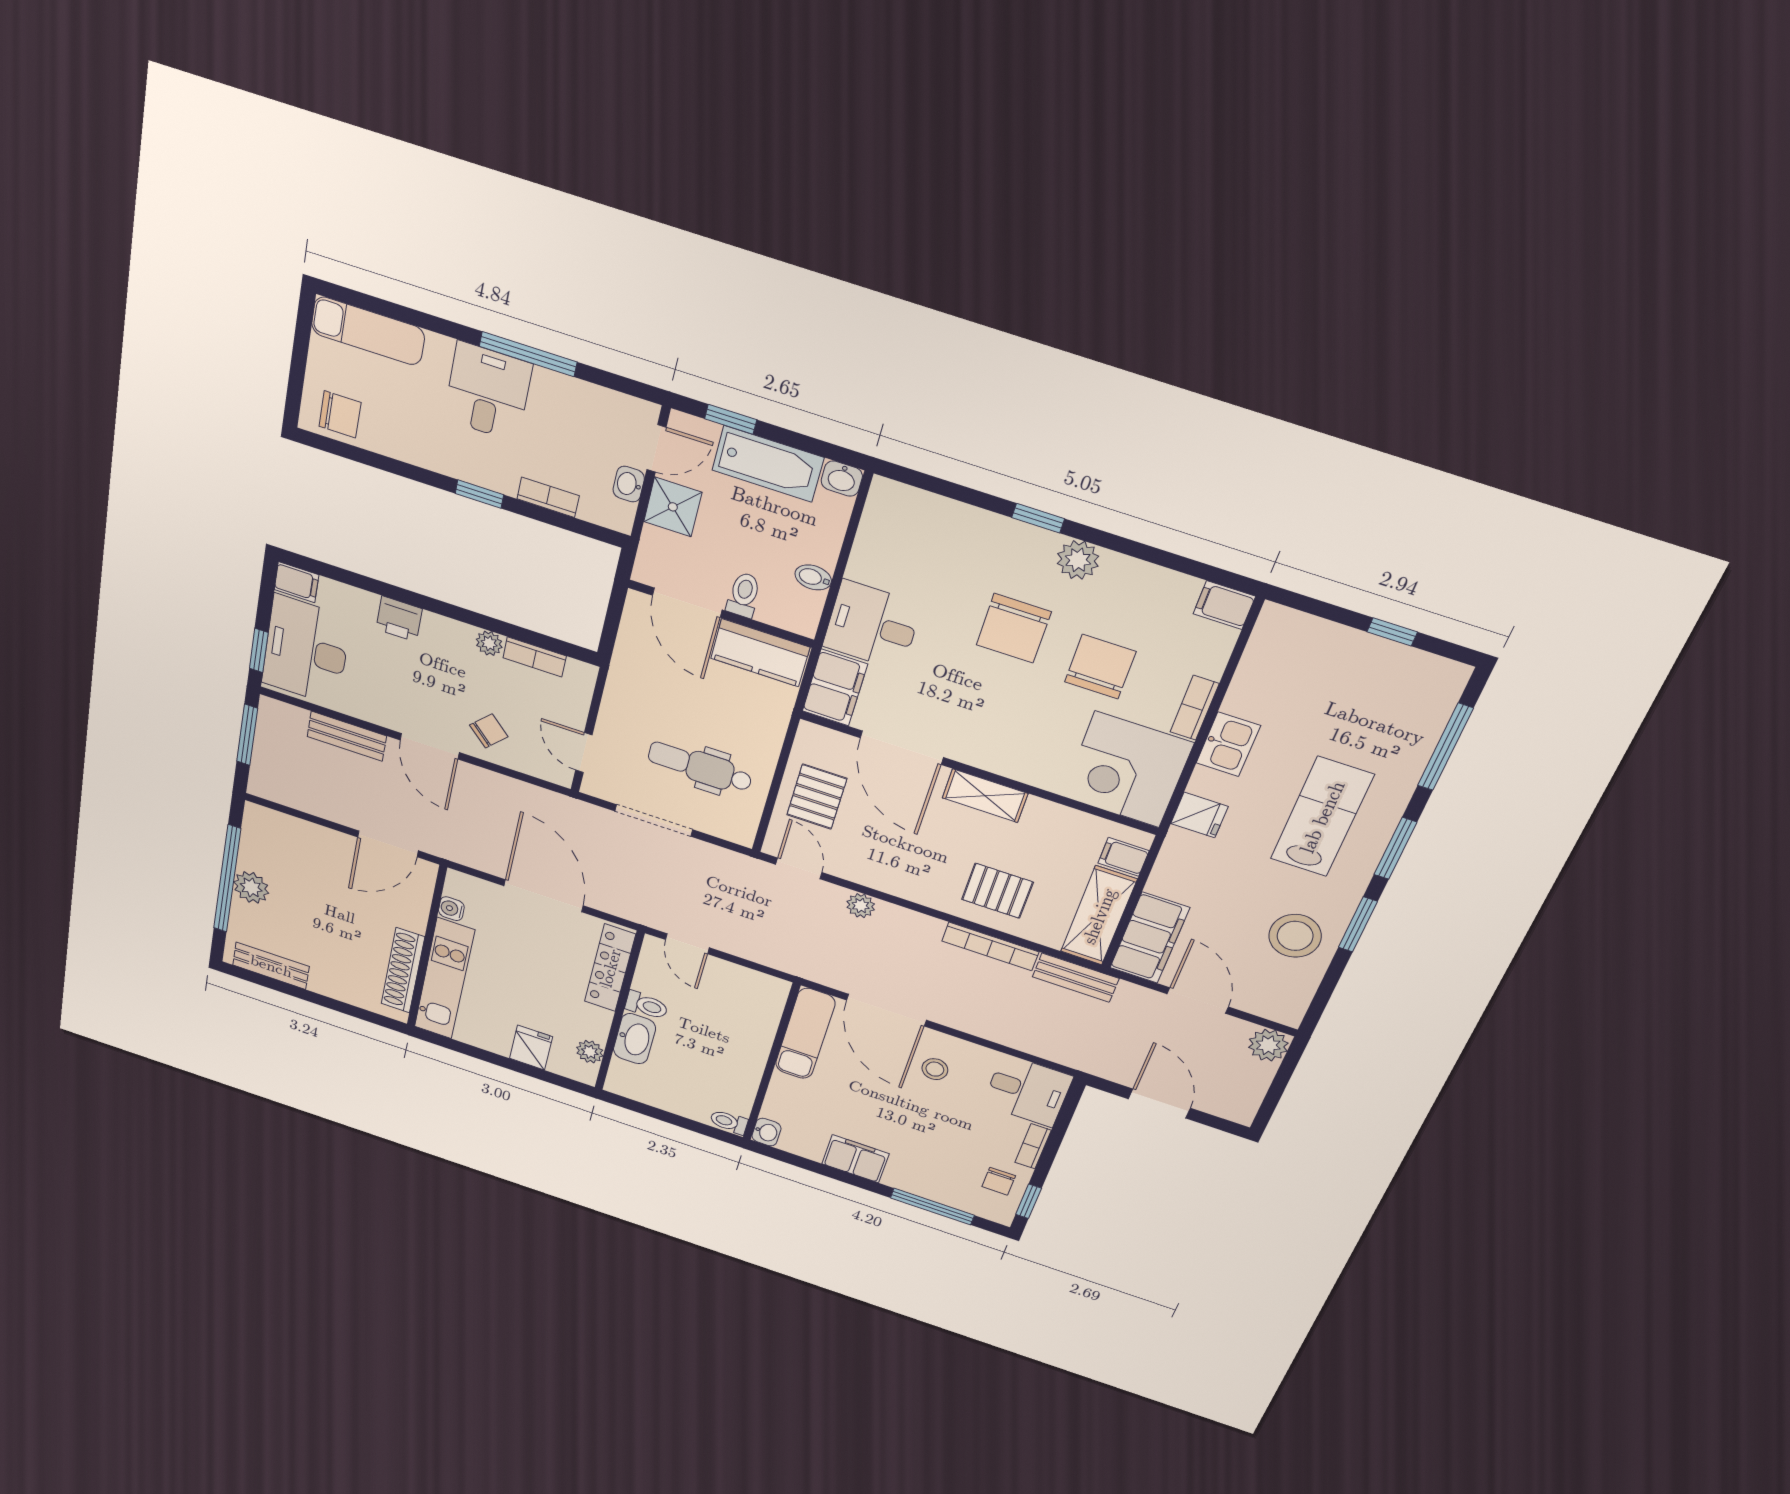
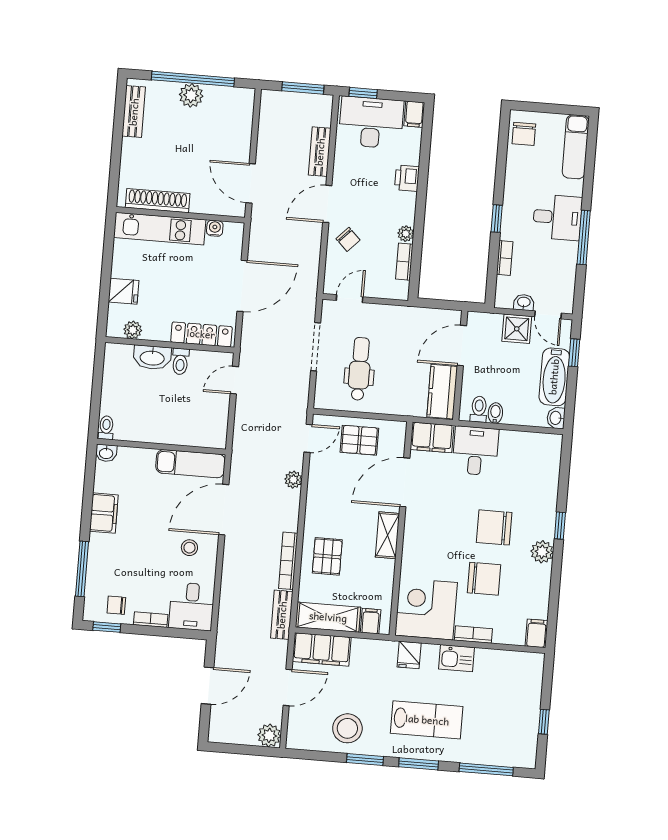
toilet: (744, 595) -> (479, 409), moved, turned -90

